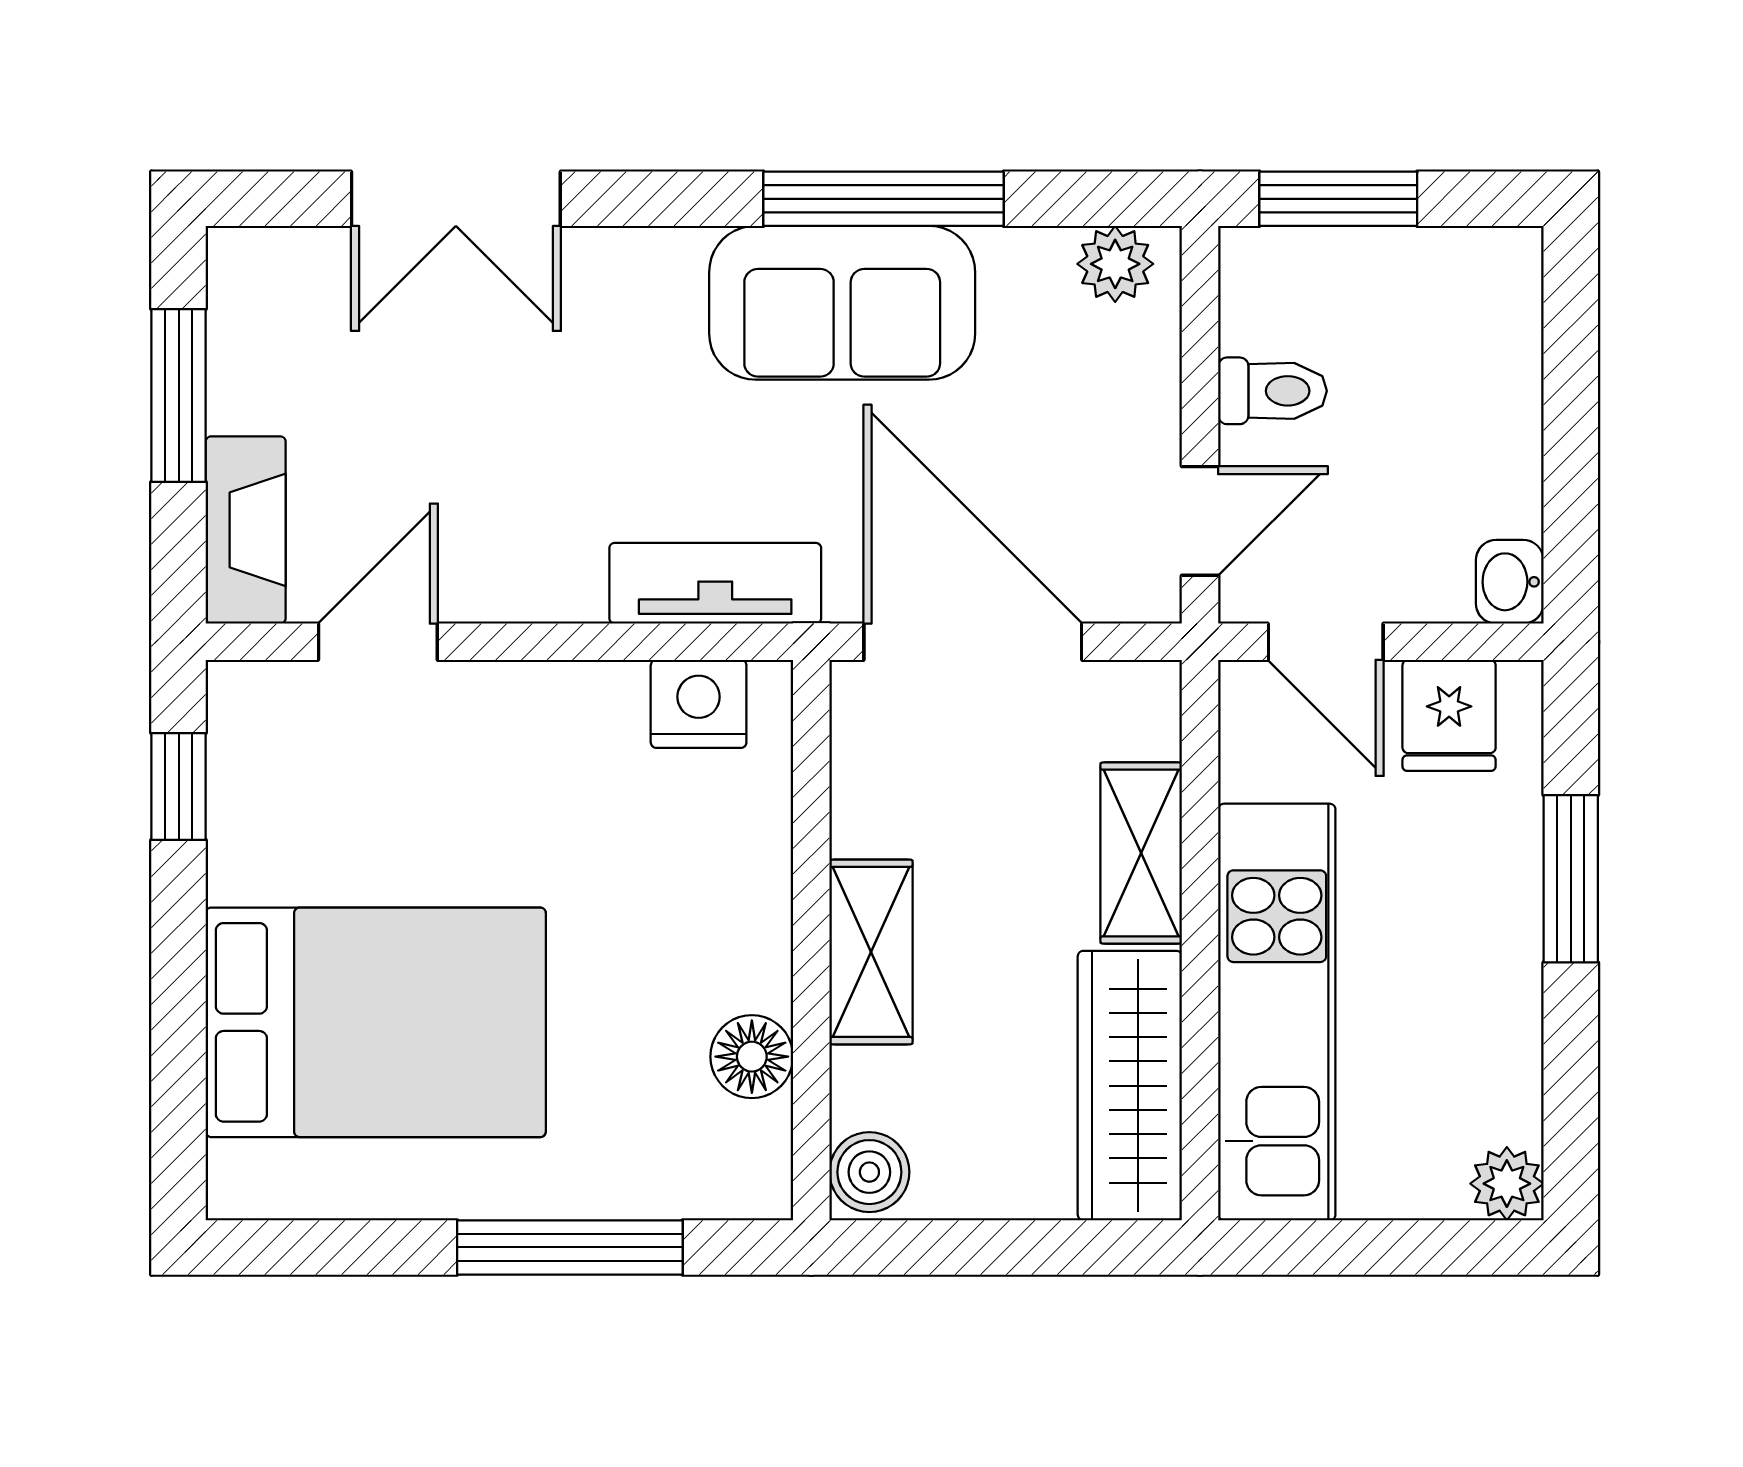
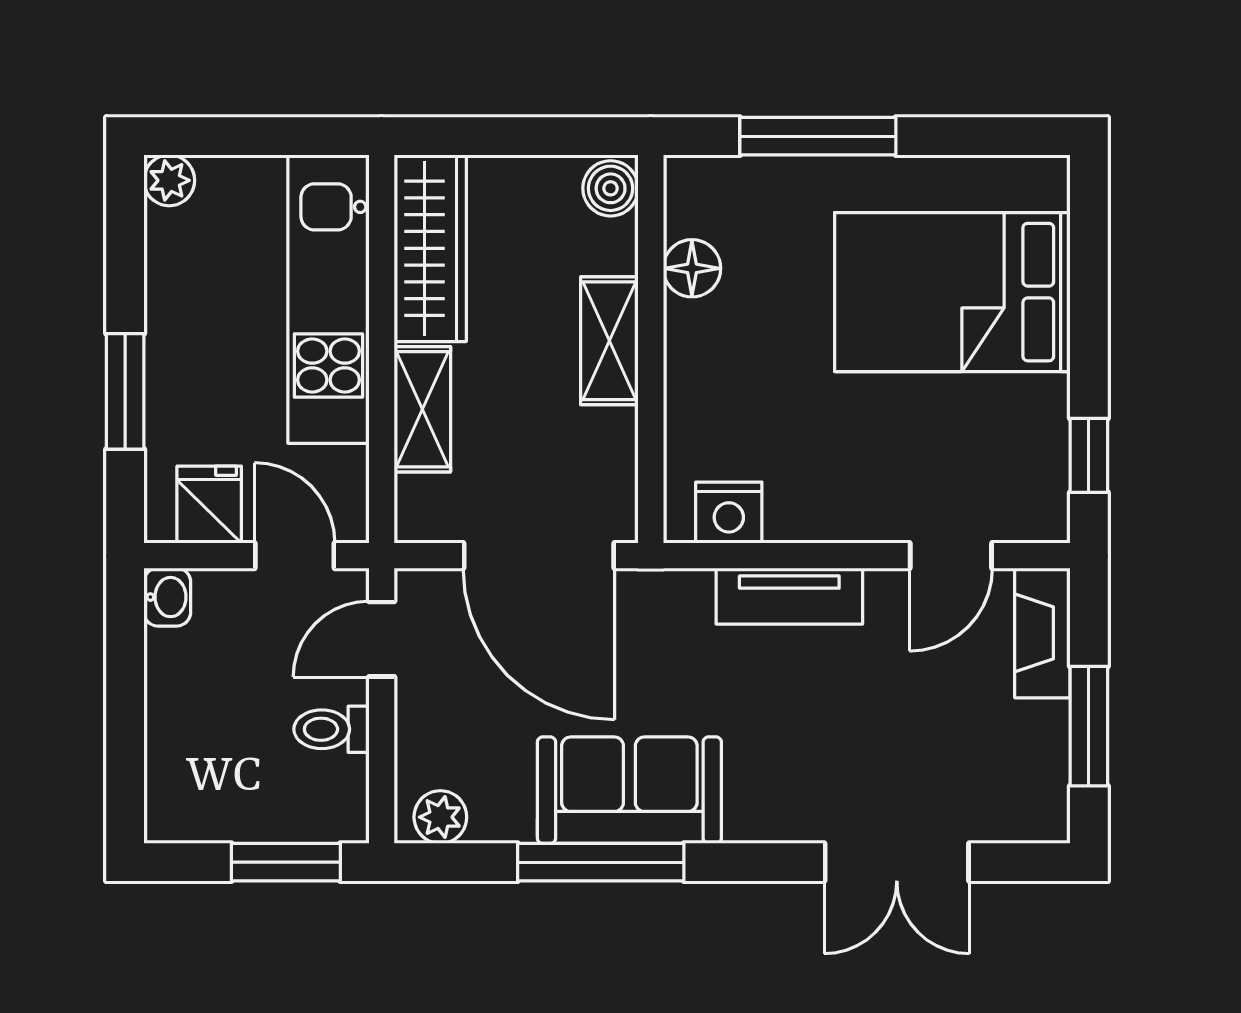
double door: (456, 199) -> (897, 862), swing flipped
tv unit: (715, 583) -> (789, 596), moved

